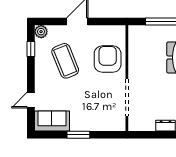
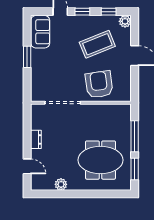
armchair: (108, 59) -> (99, 84), turned -98
window: (31, 77) -> (82, 12), added

